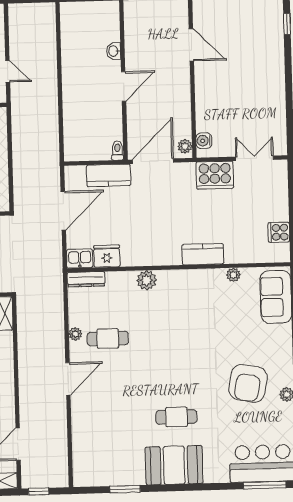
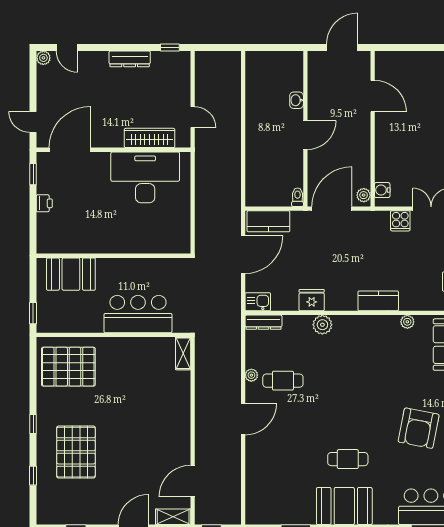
kitchen counter: (108, 175) -> (268, 221), moved
cooker: (215, 175) -> (400, 221), width x0.53, depth x0.76
fridge: (107, 256) -> (312, 300), moved

